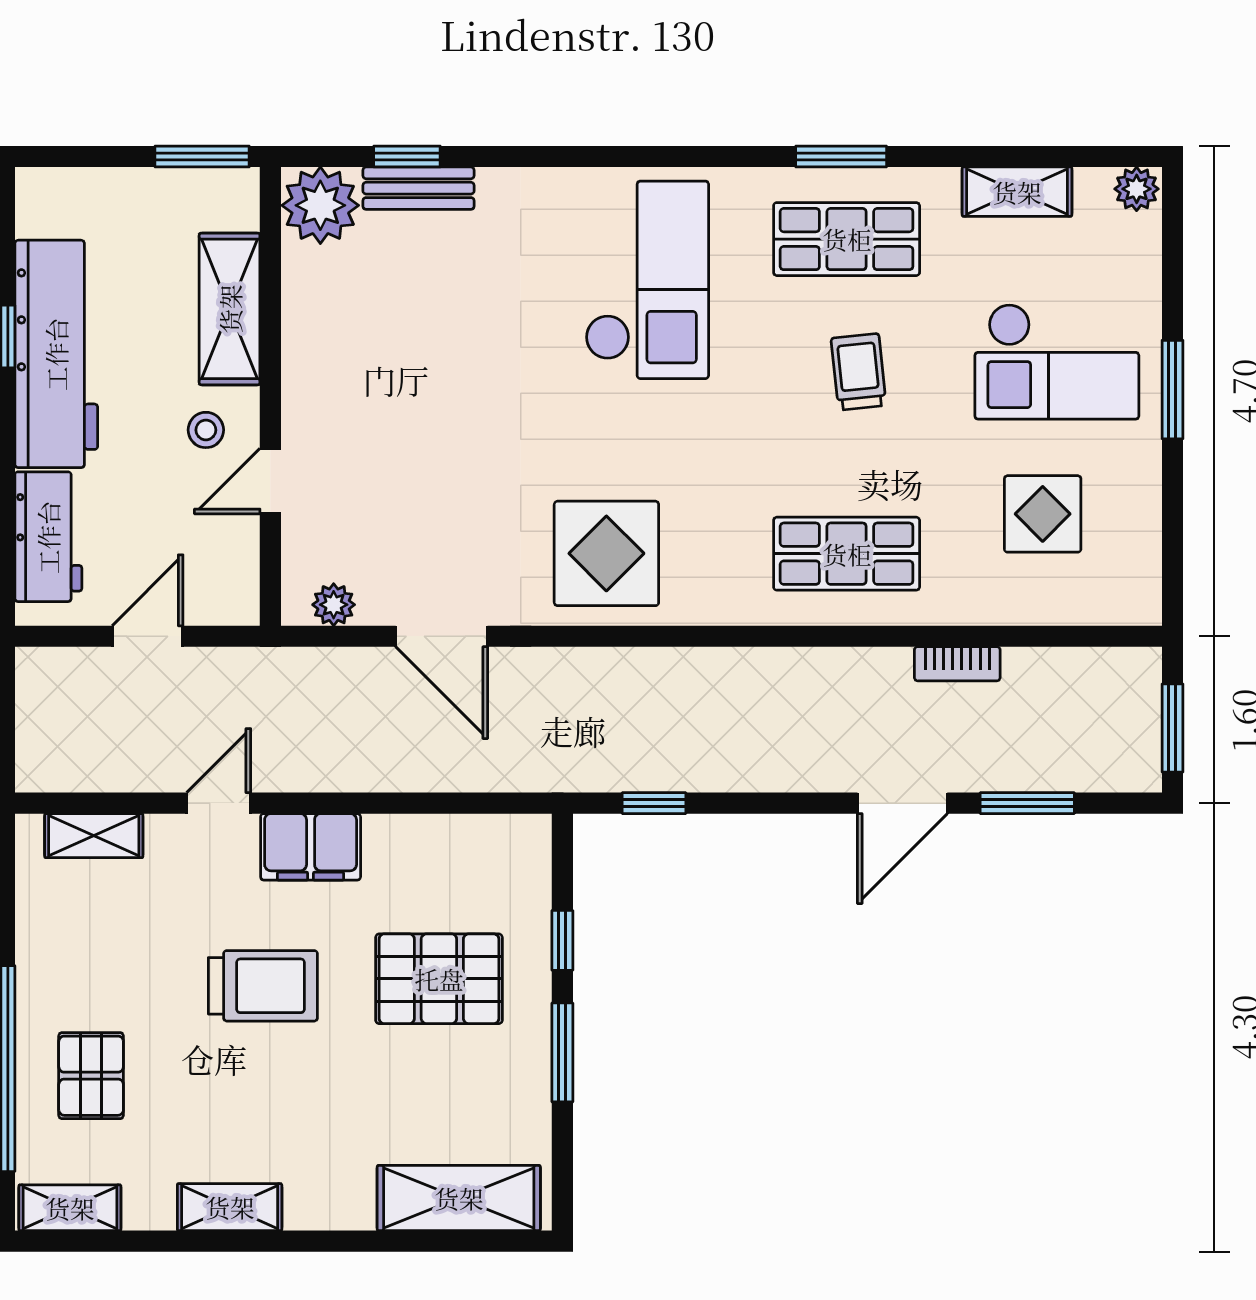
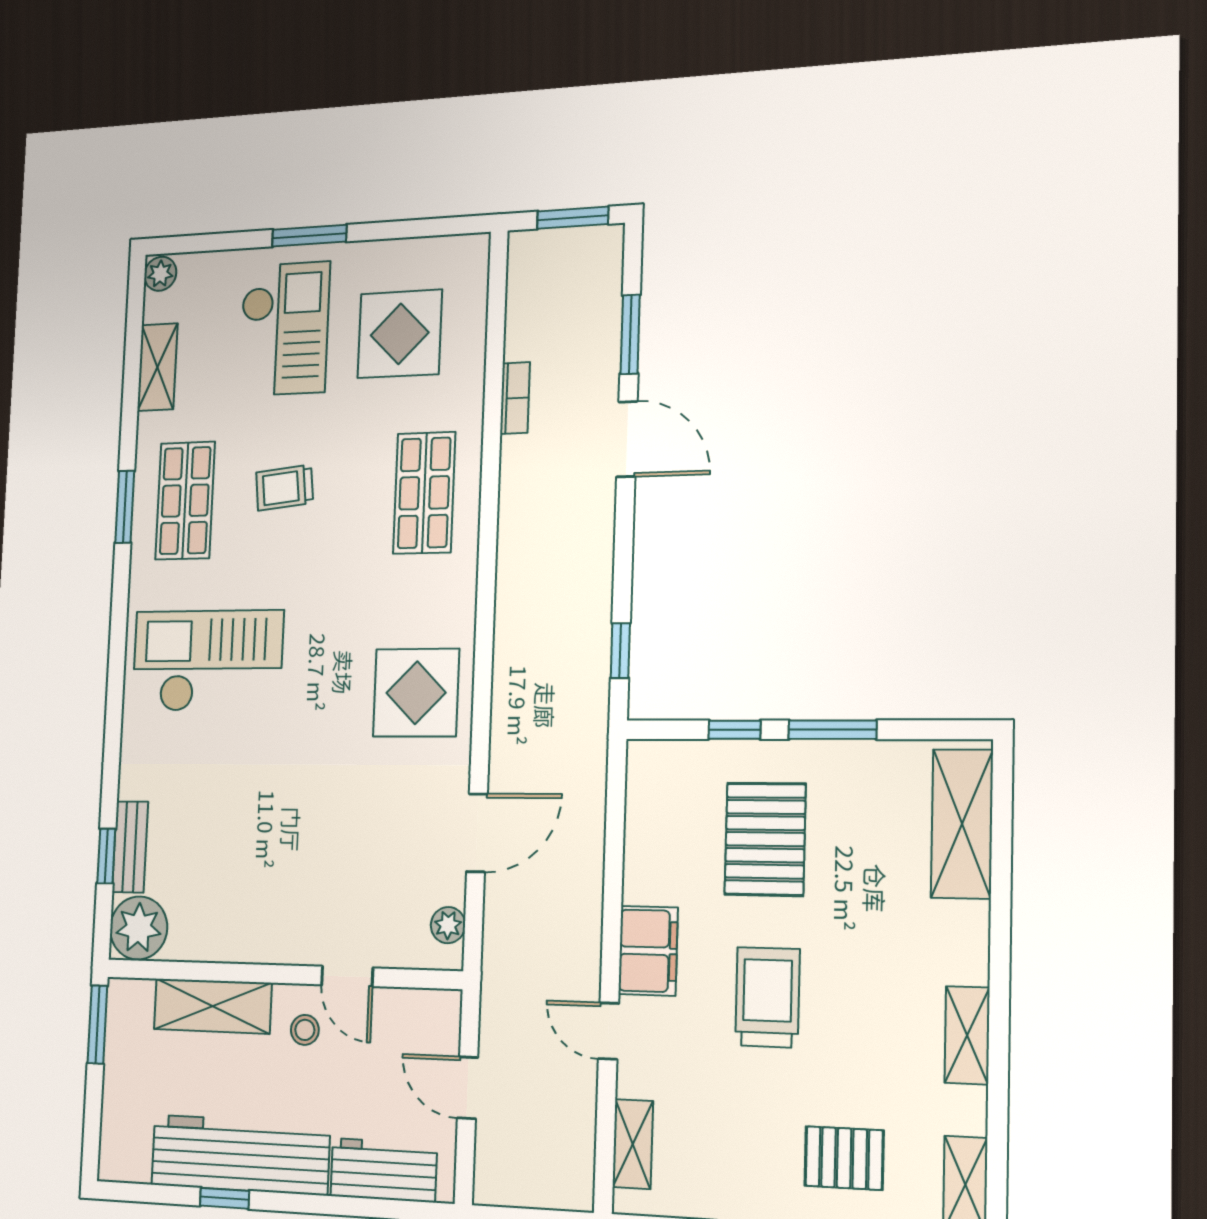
display table: (1043, 514) -> (400, 334), width x1.36, depth x1.36

